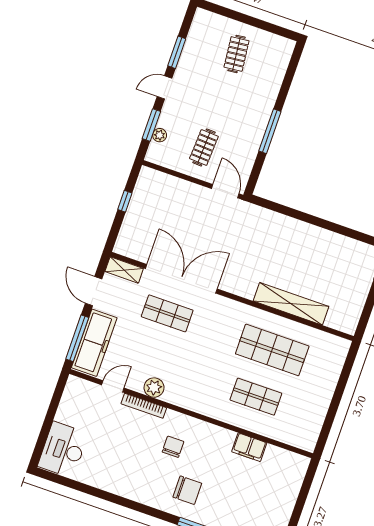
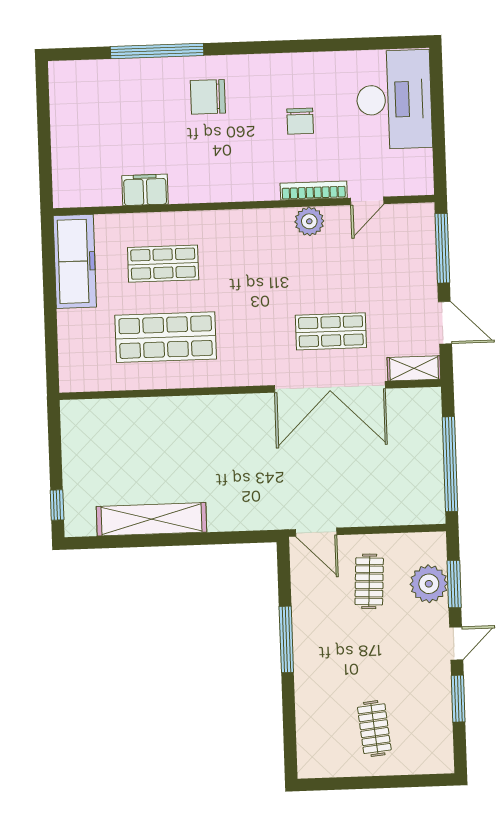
plant: (160, 135) -> (429, 584), width x1.88, depth x1.88
window: (125, 201) -> (450, 464), width x3.17
shelving: (291, 304) -> (151, 519), moved
freezer: (94, 343) -> (75, 261), moved, turned 180
chair: (173, 447) -> (300, 121), moved
desk: (63, 450) -> (394, 100), width x1.36, depth x1.30

